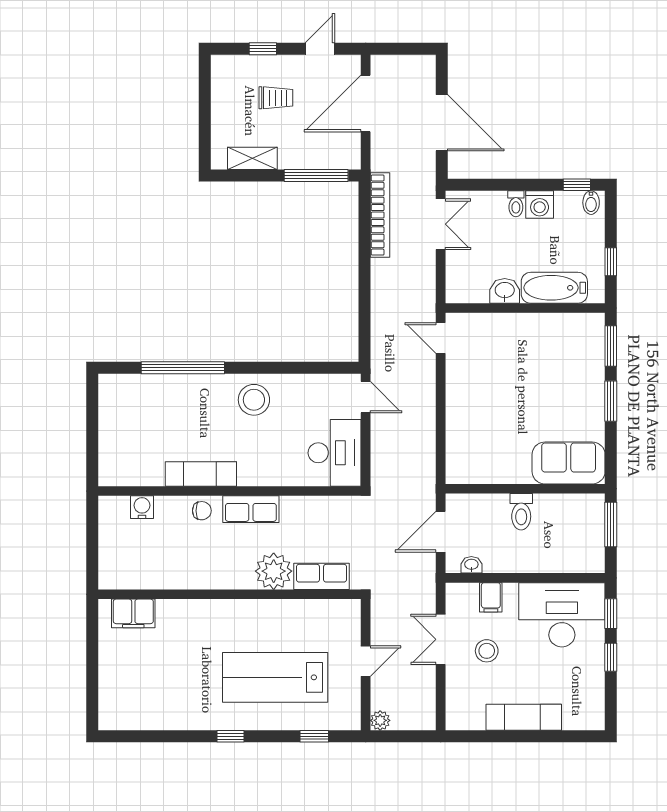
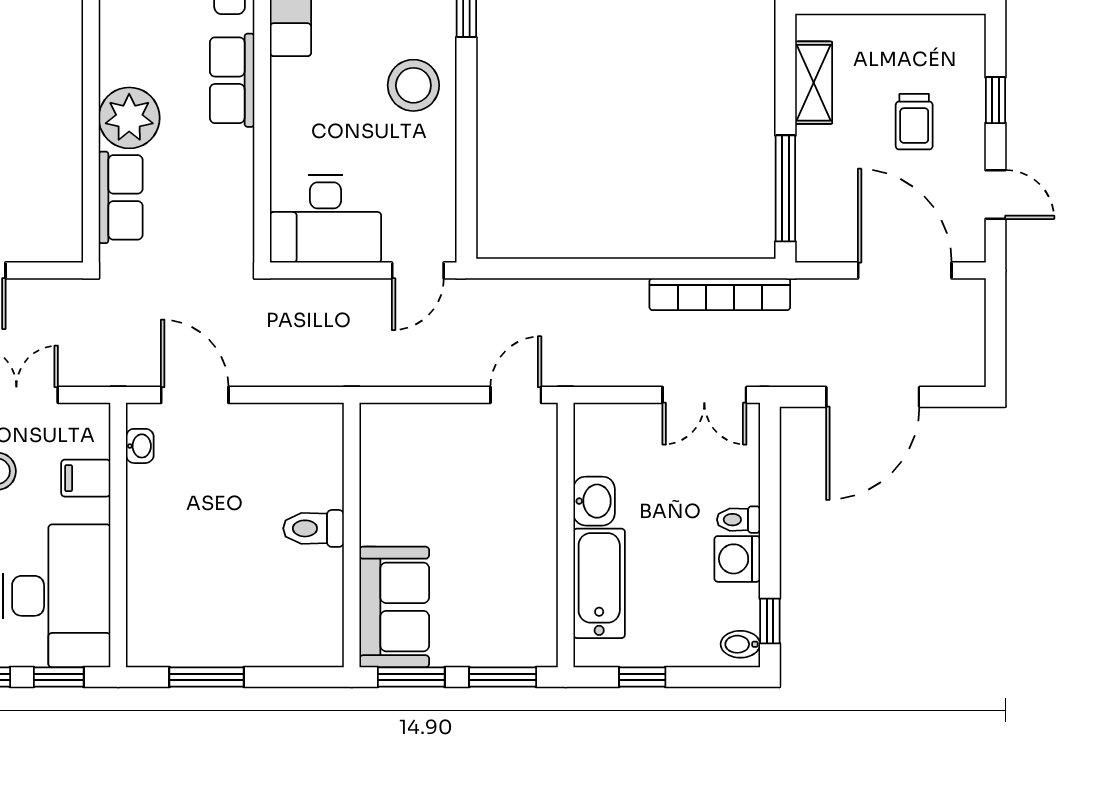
sofa: (569, 463) -> (394, 607), moved
wall: (525, 489) -> (352, 535), moved
toilet: (521, 512) -> (313, 528), moved

